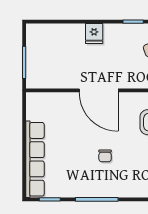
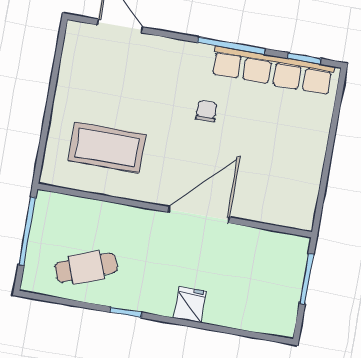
door: (99, 90) -> (199, 215), hinge flipped
row of seats: (35, 159) -> (273, 70), moved, turned -90

